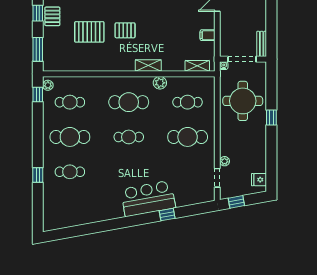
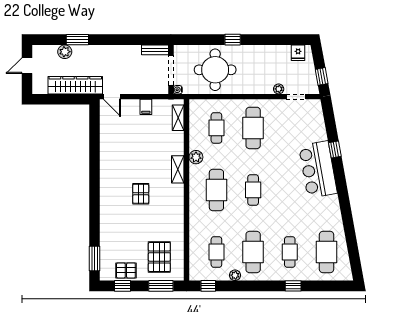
pallet: (89, 32) -> (159, 257), moved
plant: (48, 85) -> (235, 275), moved
cafe table: (70, 207) -> (327, 252), added

